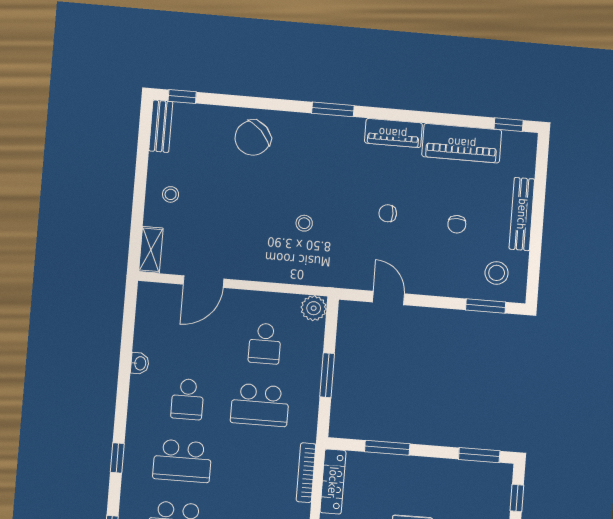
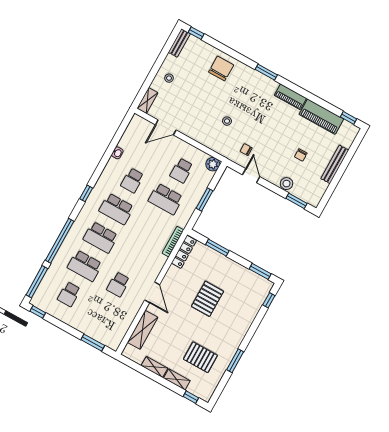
chair: (253, 138) -> (221, 68), turned 134
chair: (388, 213) -> (246, 150), moved
stool: (497, 273) -> (287, 184), moved

